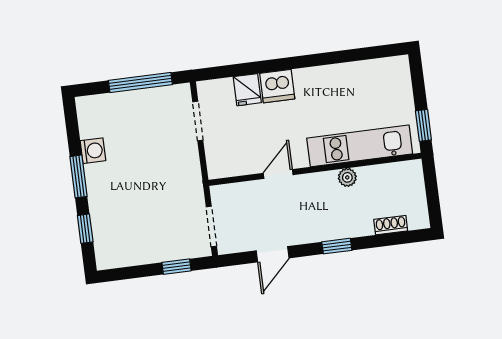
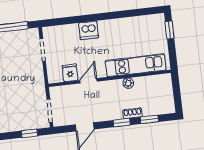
fridge: (247, 90) -> (70, 73), moved, turned 180
window: (423, 125) -> (170, 30), moved
shoe rack: (391, 225) -> (132, 113), moved
window: (385, 240) -> (149, 119), added

